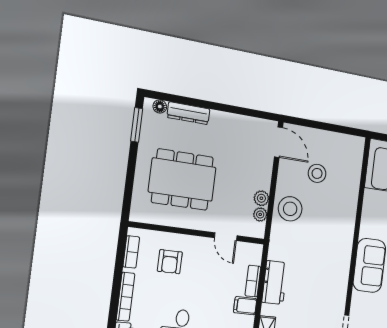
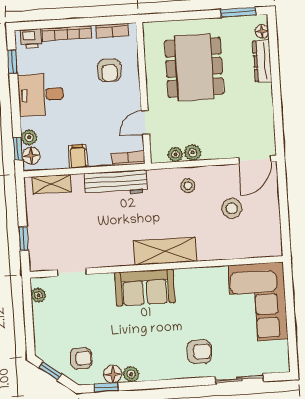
stool: (290, 209) -> (188, 186), width x0.53, depth x0.53
shelving: (342, 241) -> (165, 251), added
armchair: (170, 262) -> (109, 70), turned -90
bookcase: (253, 281) -> (128, 158), moved
workbench: (275, 283) -> (116, 183), width x1.38

